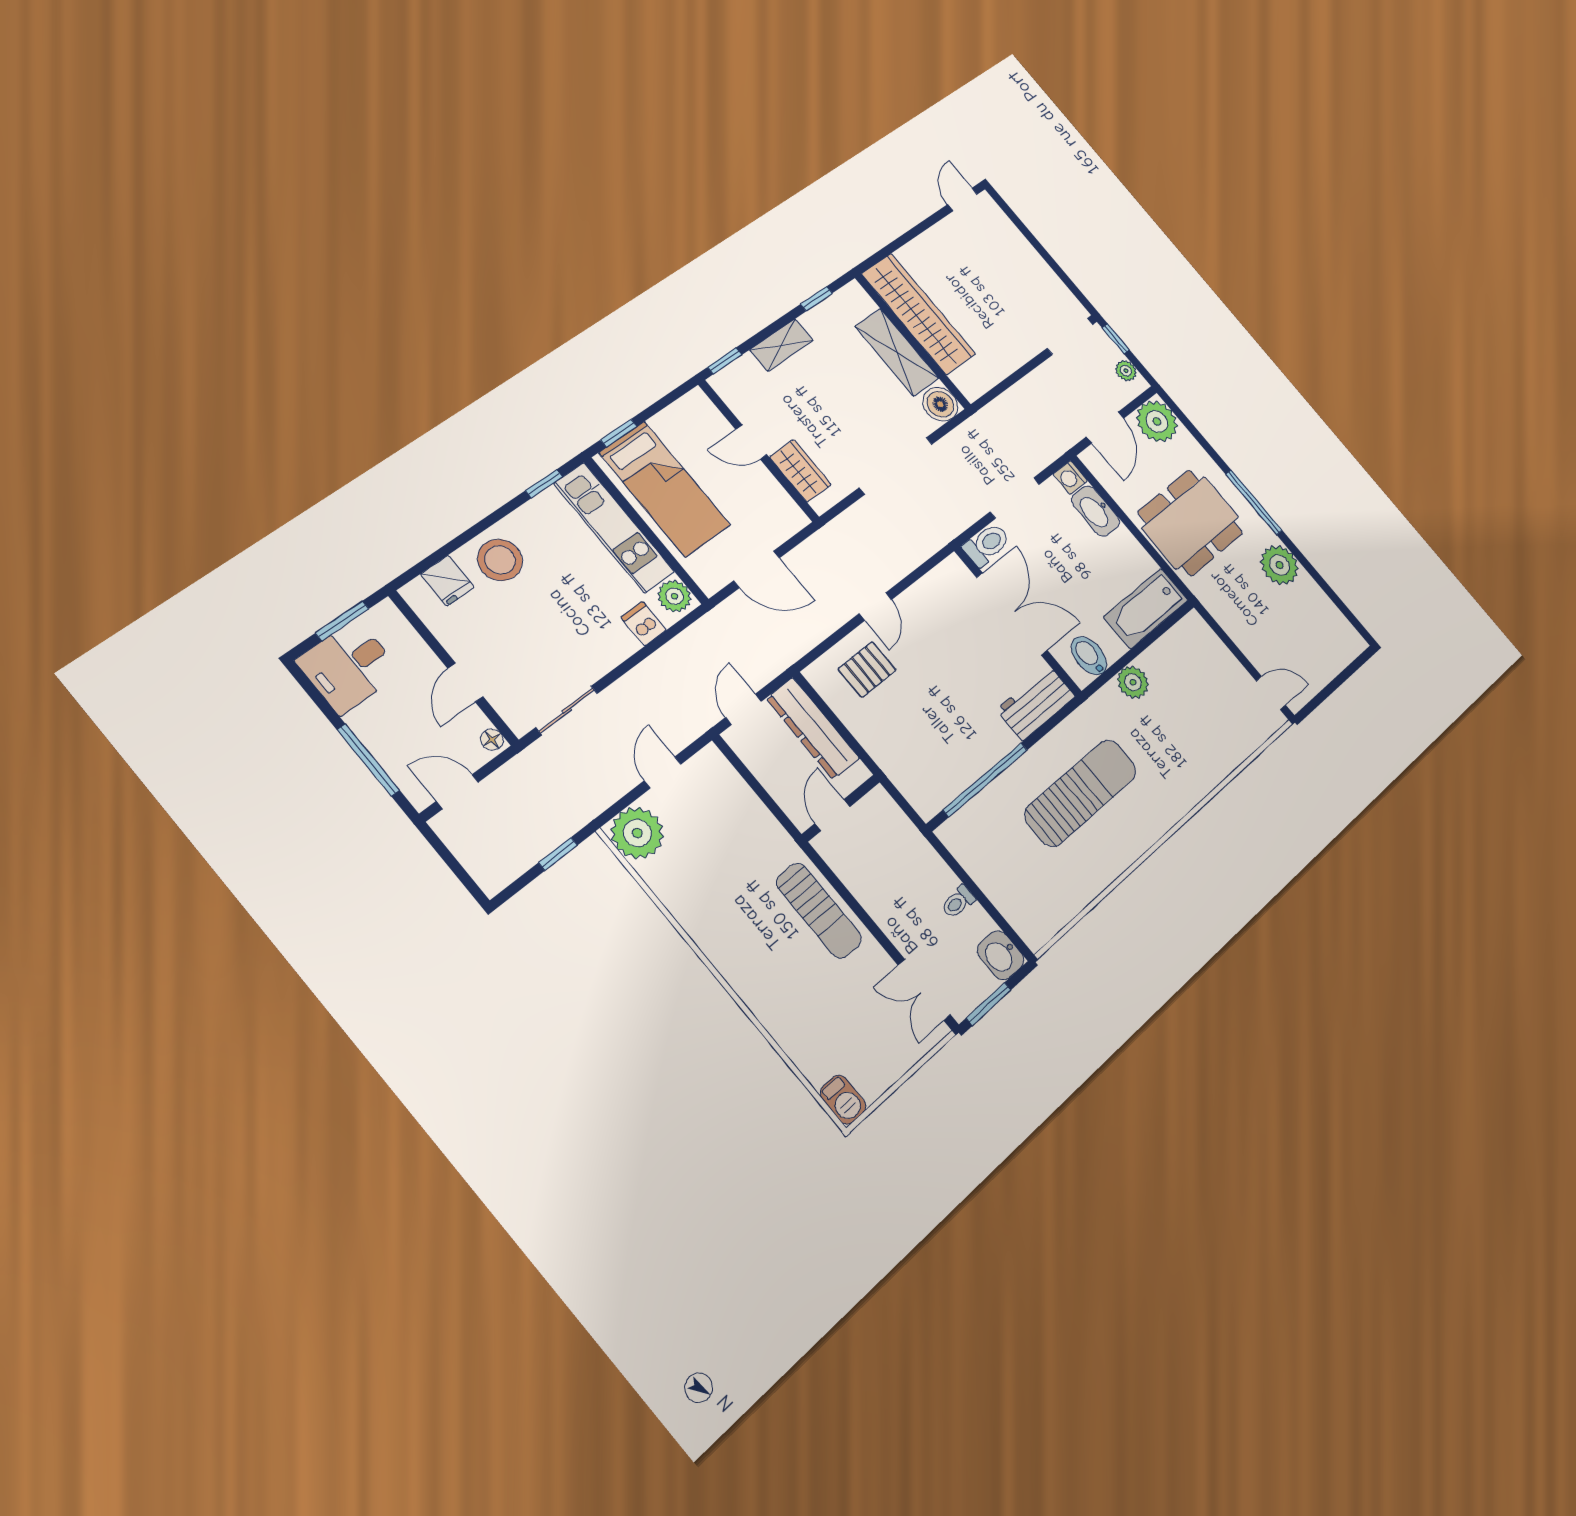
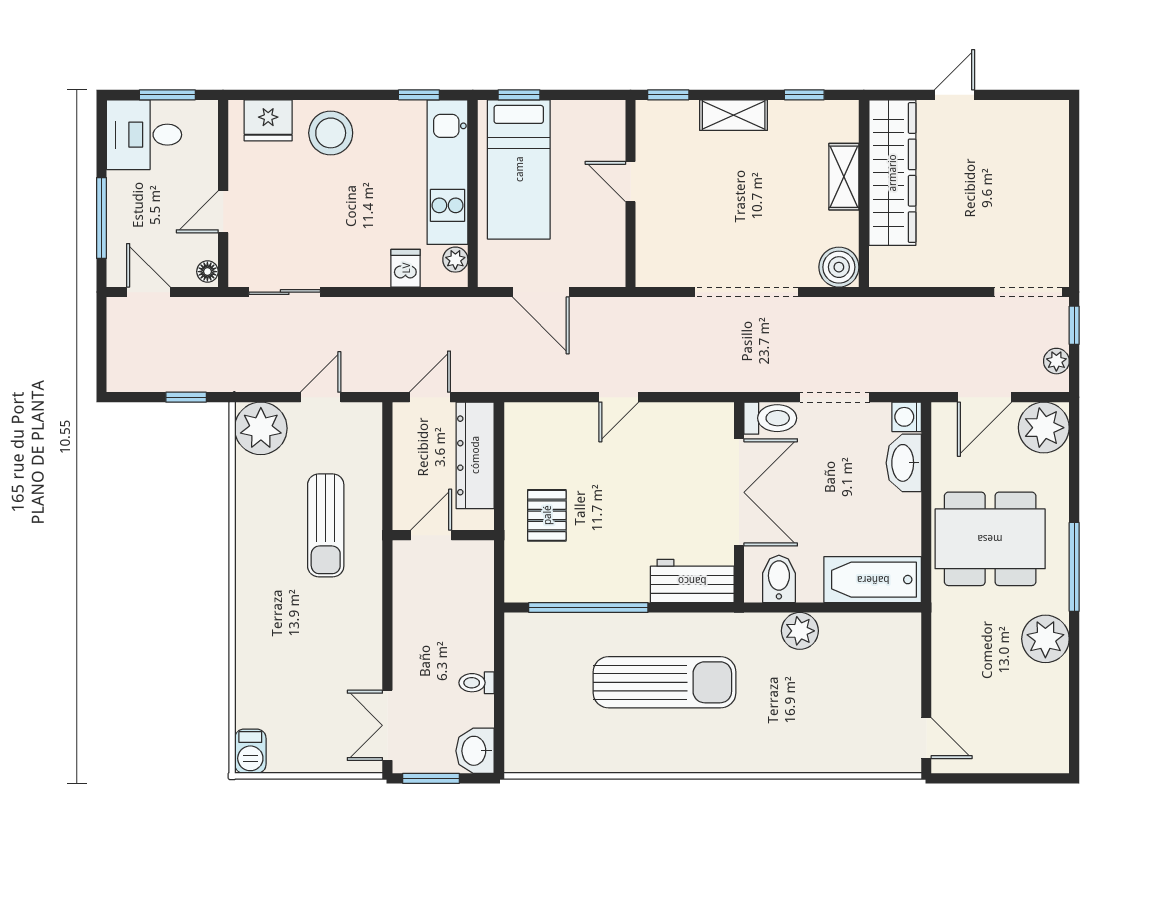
door: (962, 199) -> (954, 95), moved
shelving: (897, 352) -> (844, 177), width x0.67, depth x0.75
wardrobe: (800, 471) -> (654, 236), removed
fridge: (447, 581) -> (268, 120), width x1.38
plant: (674, 596) -> (455, 260), width x0.73, depth x0.73
pallet: (867, 670) -> (547, 515), moved, turned 90
sun lounger: (819, 910) -> (326, 525), moved

